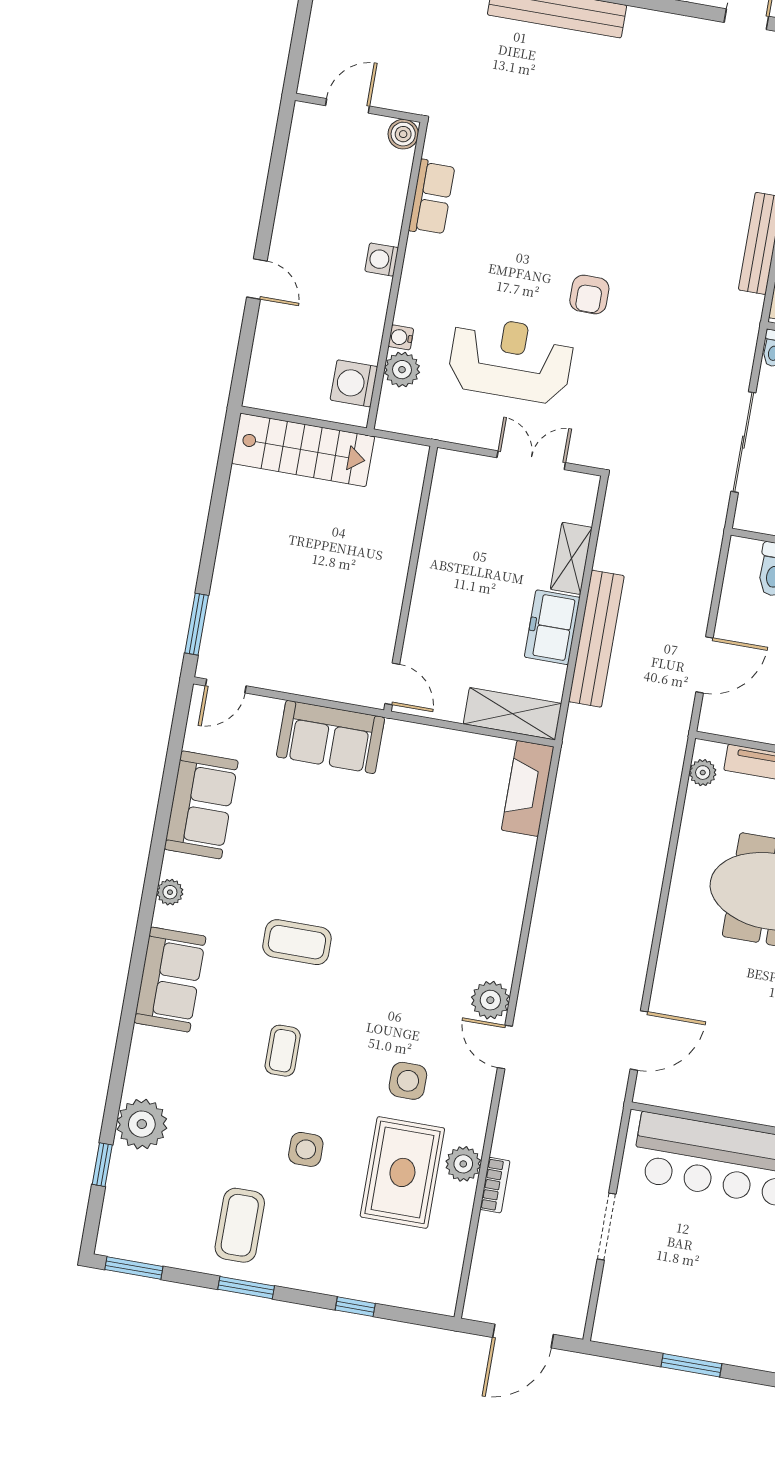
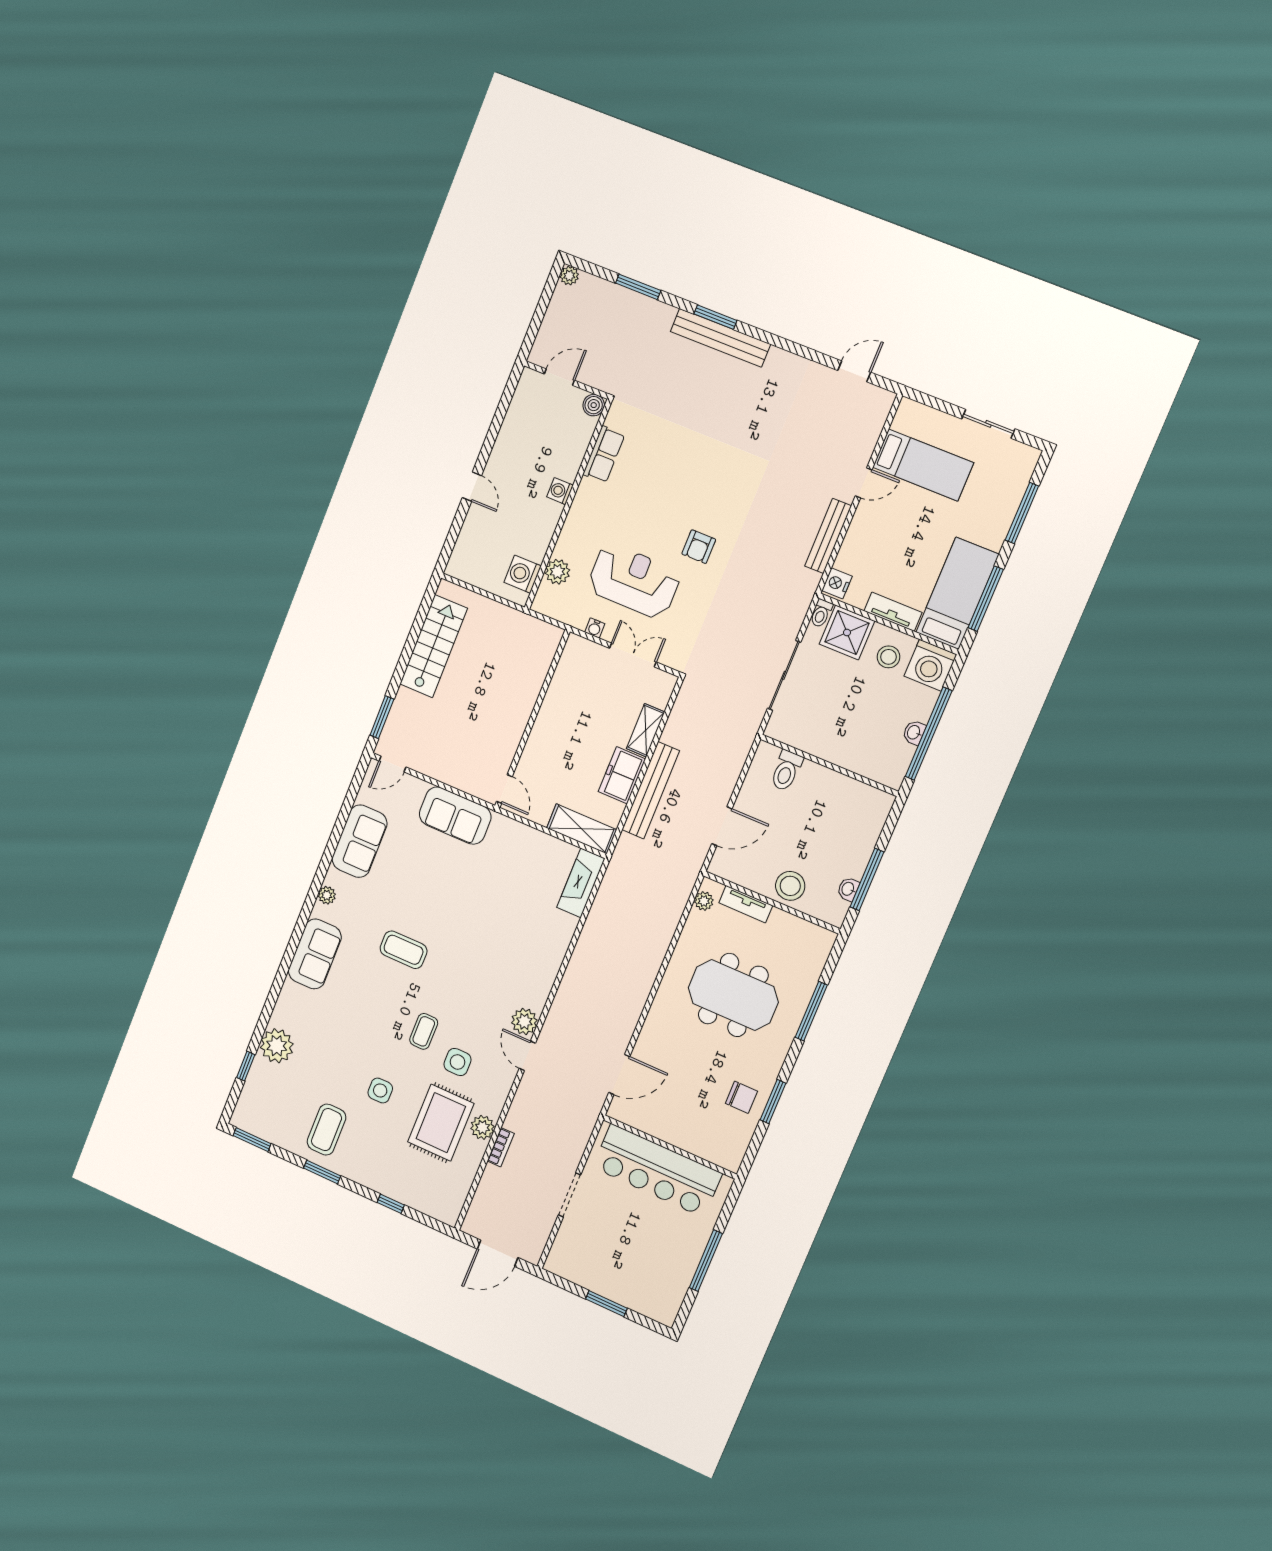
water cooler: (401, 337) -> (595, 628), moved, turned -90
stairs: (303, 450) -> (433, 646), moved, turned -90
coffee table: (283, 1051) -> (424, 1031), moved

